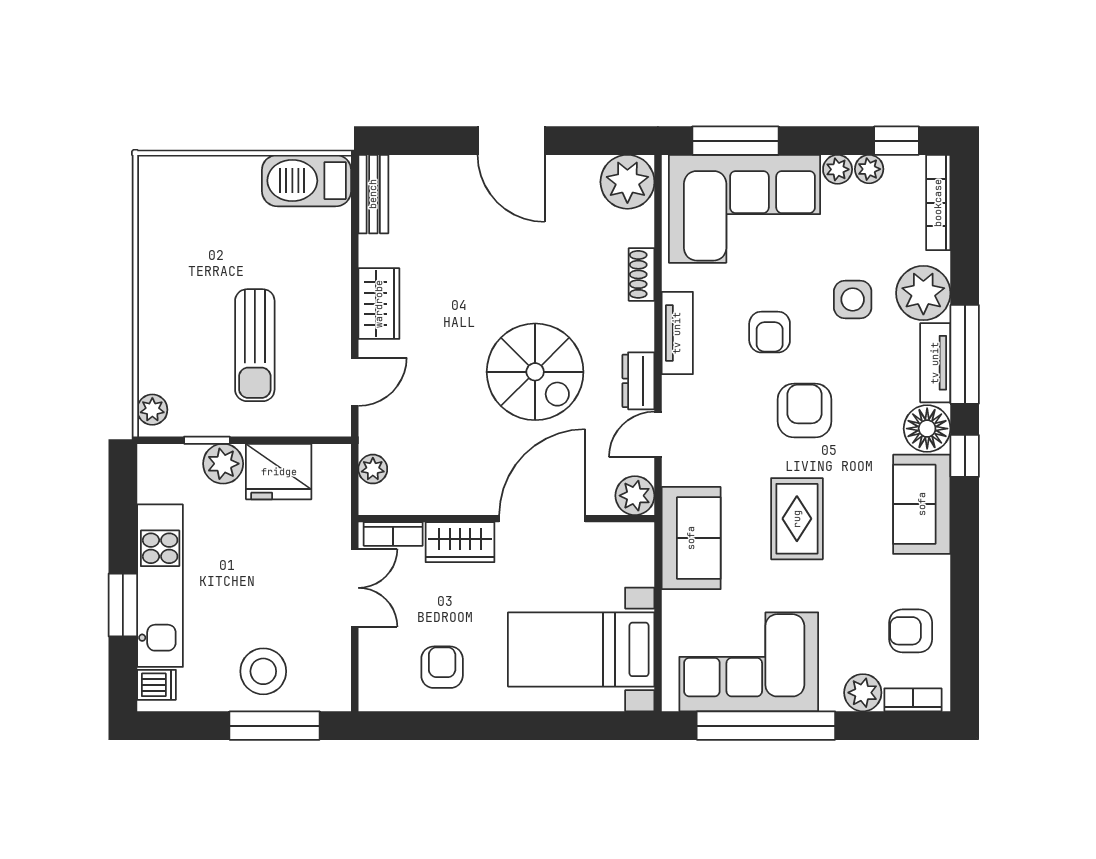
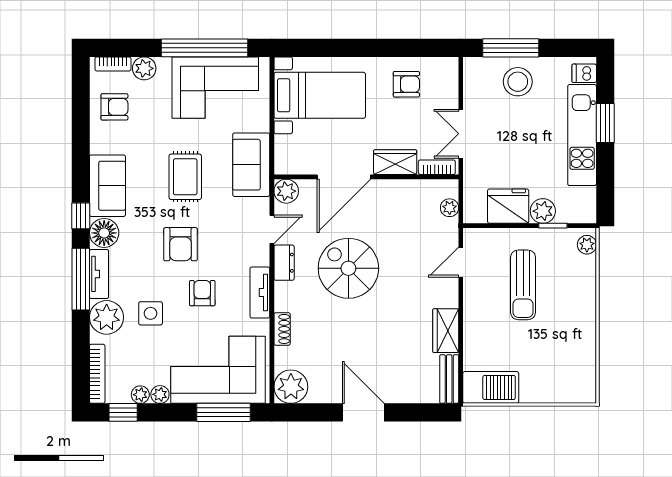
wardrobe: (379, 304) -> (446, 331), moved
sun lounger: (255, 345) -> (523, 285), turned 180
armchair: (442, 667) -> (406, 84), turned -90

